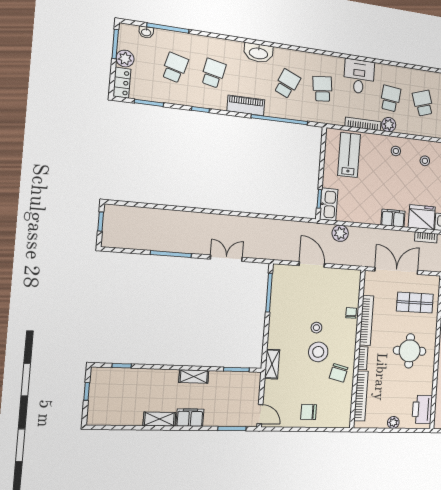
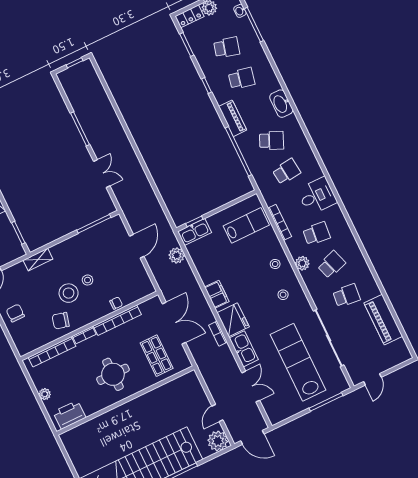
plant: (389, 125) -> (302, 263), moved

